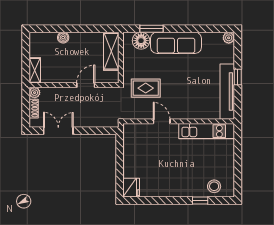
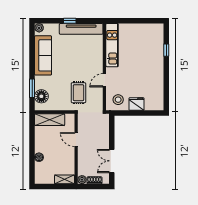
sofa: (176, 43) -> (43, 55), moved
stool: (214, 186) -> (118, 100), moved
fridge: (131, 188) -> (136, 104), moved

